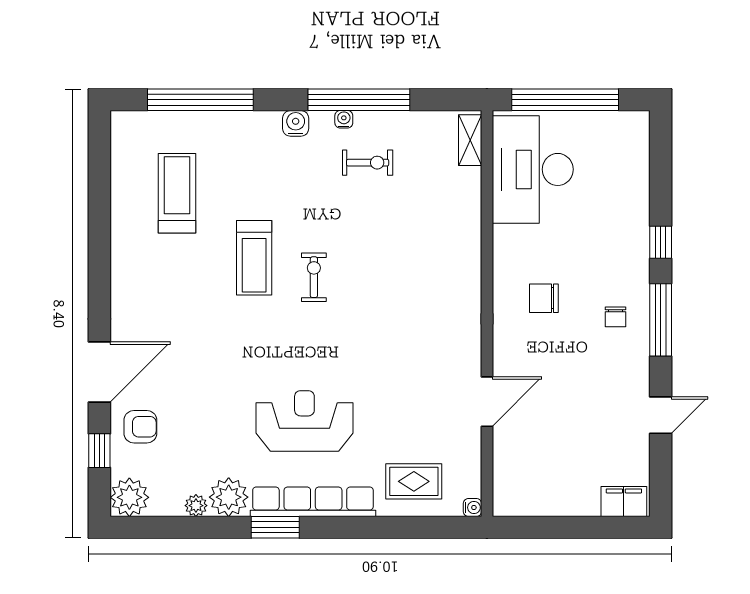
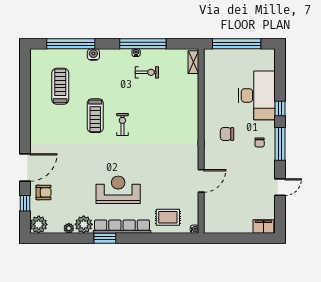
water cooler: (296, 123) -> (93, 54), moved
desk: (533, 169) -> (257, 95), moved, turned 180

